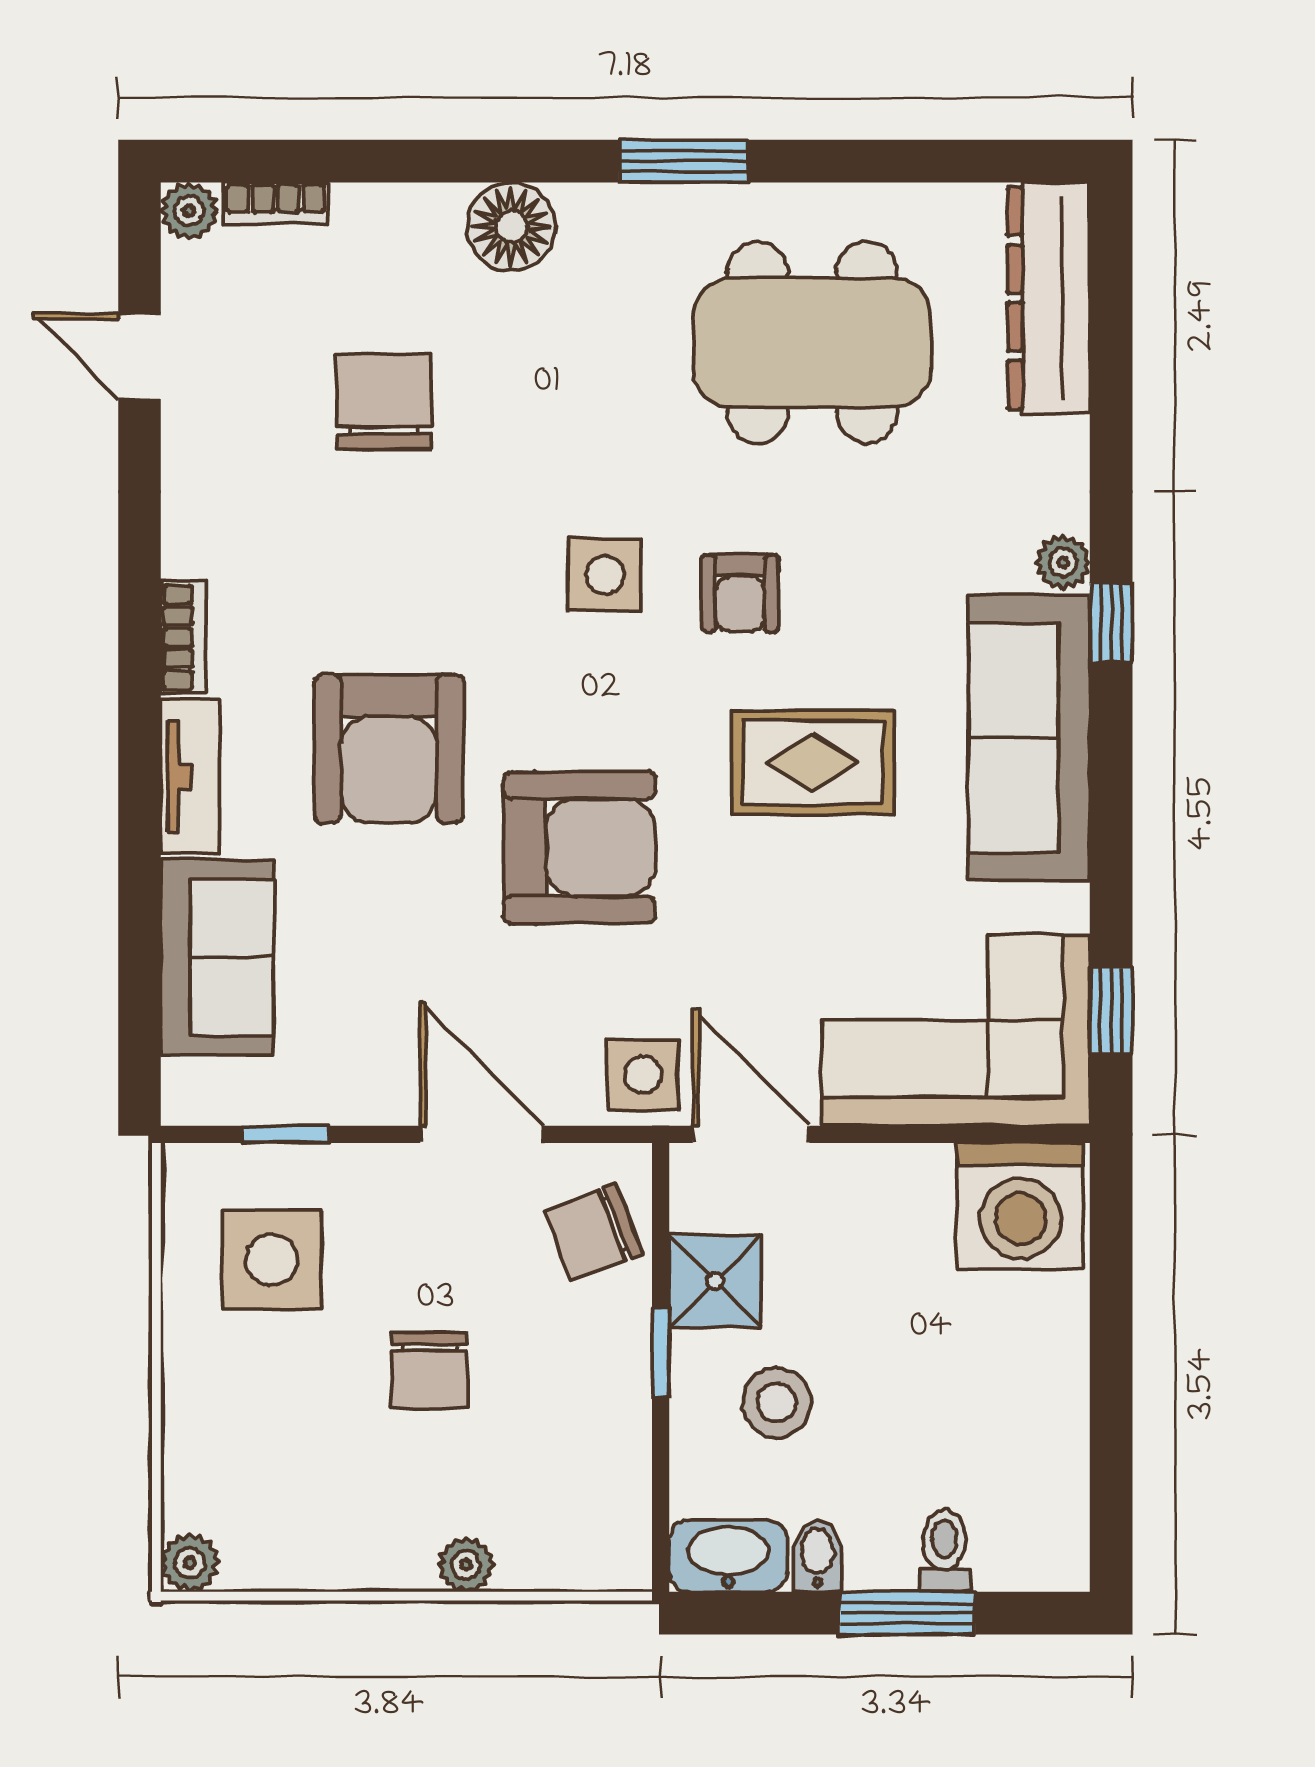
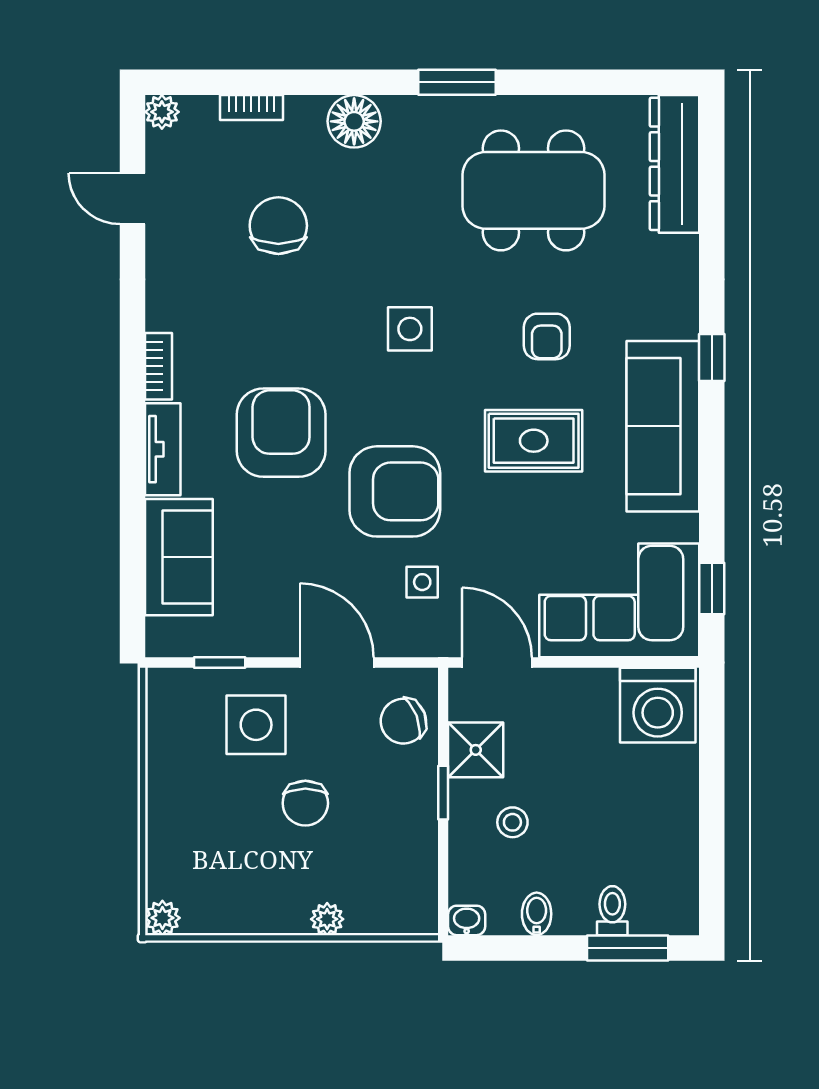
bookcase: (276, 203) -> (251, 108), moved
plant: (1063, 562) -> (683, 321), removed
armchair: (740, 593) -> (547, 336), moved
armchair: (389, 749) -> (281, 433), turned 180
side table: (643, 1075) -> (422, 582), moved, width x0.73, depth x0.73
side table: (272, 1260) -> (256, 725), moved
stool: (777, 1402) -> (512, 822), width x0.73, depth x0.73
washbasin: (728, 1556) -> (467, 920), width x0.52, depth x0.69
window: (907, 1613) -> (628, 948), moved

